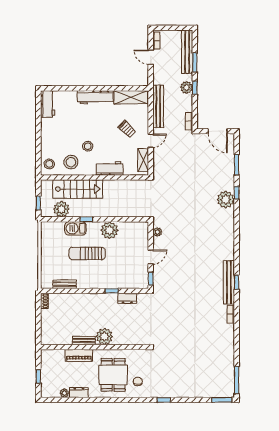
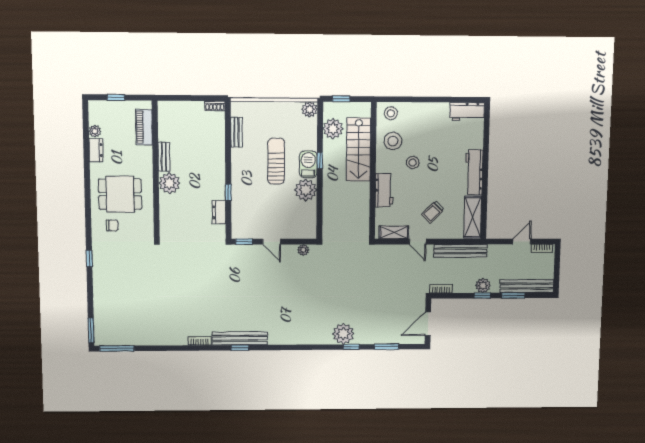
plant: (47, 228) -> (310, 109), added
barbecue: (76, 228) -> (308, 164), moved
piano: (79, 355) -> (144, 127), moved

